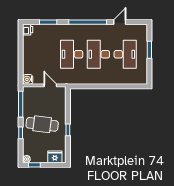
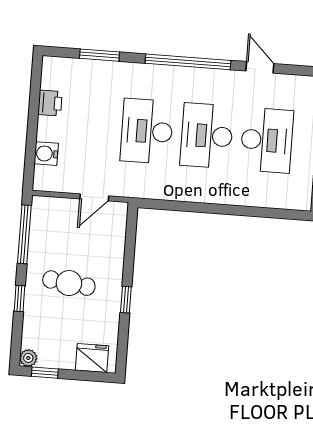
door: (120, 22) -> (260, 67), hinge flipped
printer: (28, 30) -> (50, 103), moved
water cooler: (28, 79) -> (46, 154), moved
door: (50, 85) -> (94, 197), swing flipped
cafe table: (42, 124) -> (69, 283), width x0.73, depth x0.74

